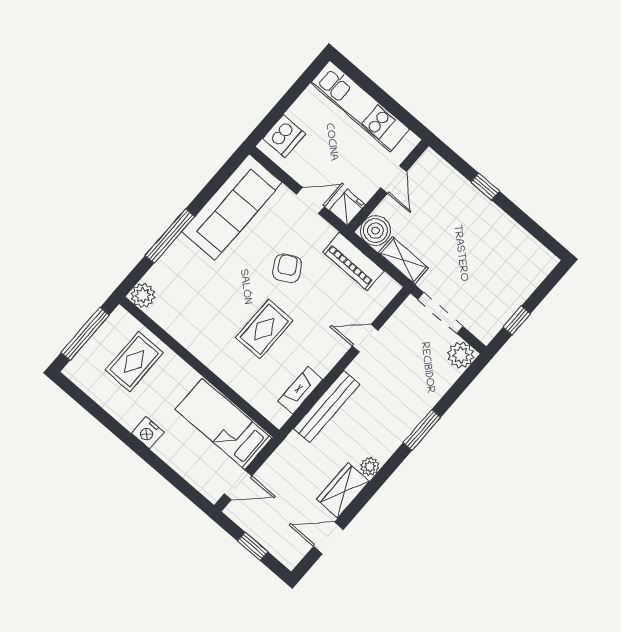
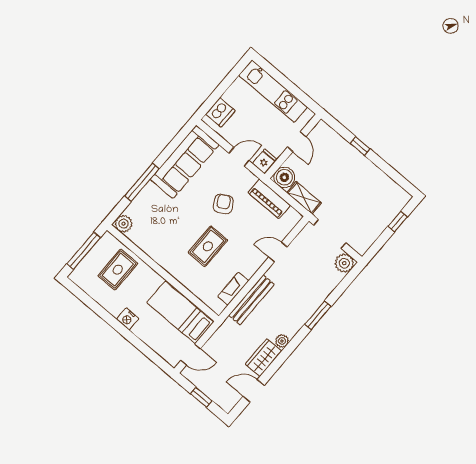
window: (517, 321) -> (398, 221), moved

